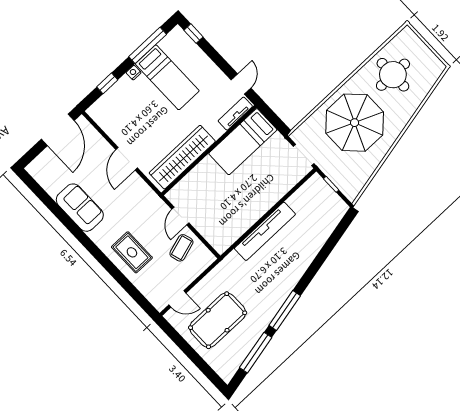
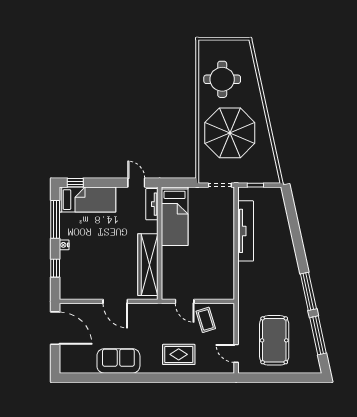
bed: (167, 77) -> (87, 200), moved
tv unit: (265, 231) -> (246, 231), moved
door: (177, 299) -> (236, 353), swing flipped

